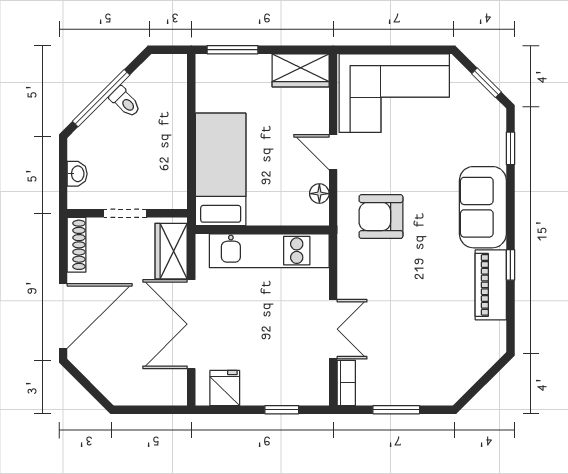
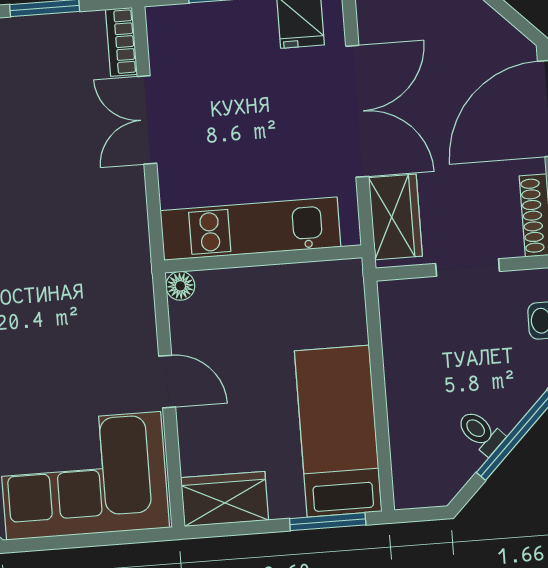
bed: (221, 169) -> (338, 431), moved, turned 180
floor lamp: (319, 194) -> (180, 286), moved
armchair: (381, 217) -> (89, 292), removed

